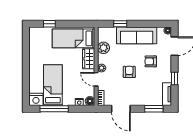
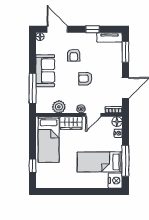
window: (120, 24) -> (33, 88), width x2.17
sofa: (137, 35) -> (45, 71), width x0.73

